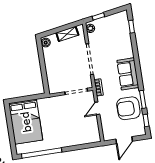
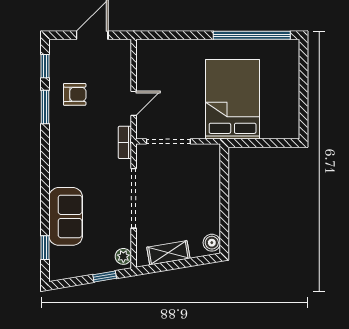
sofa: (128, 74) -> (66, 216), moved
armchair: (128, 108) -> (75, 94), width x0.53, depth x0.53
bed: (26, 122) -> (233, 99), moved

